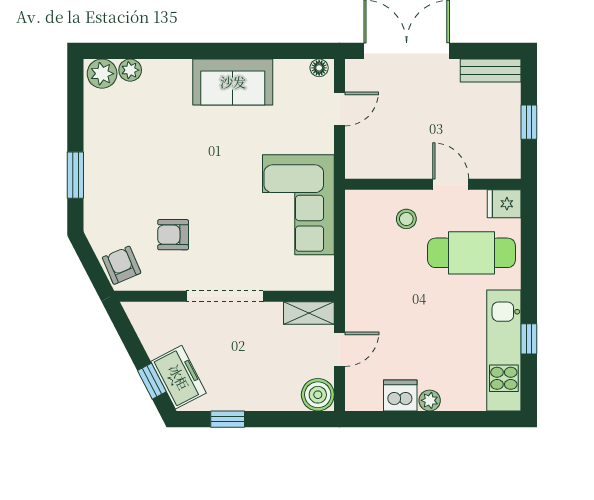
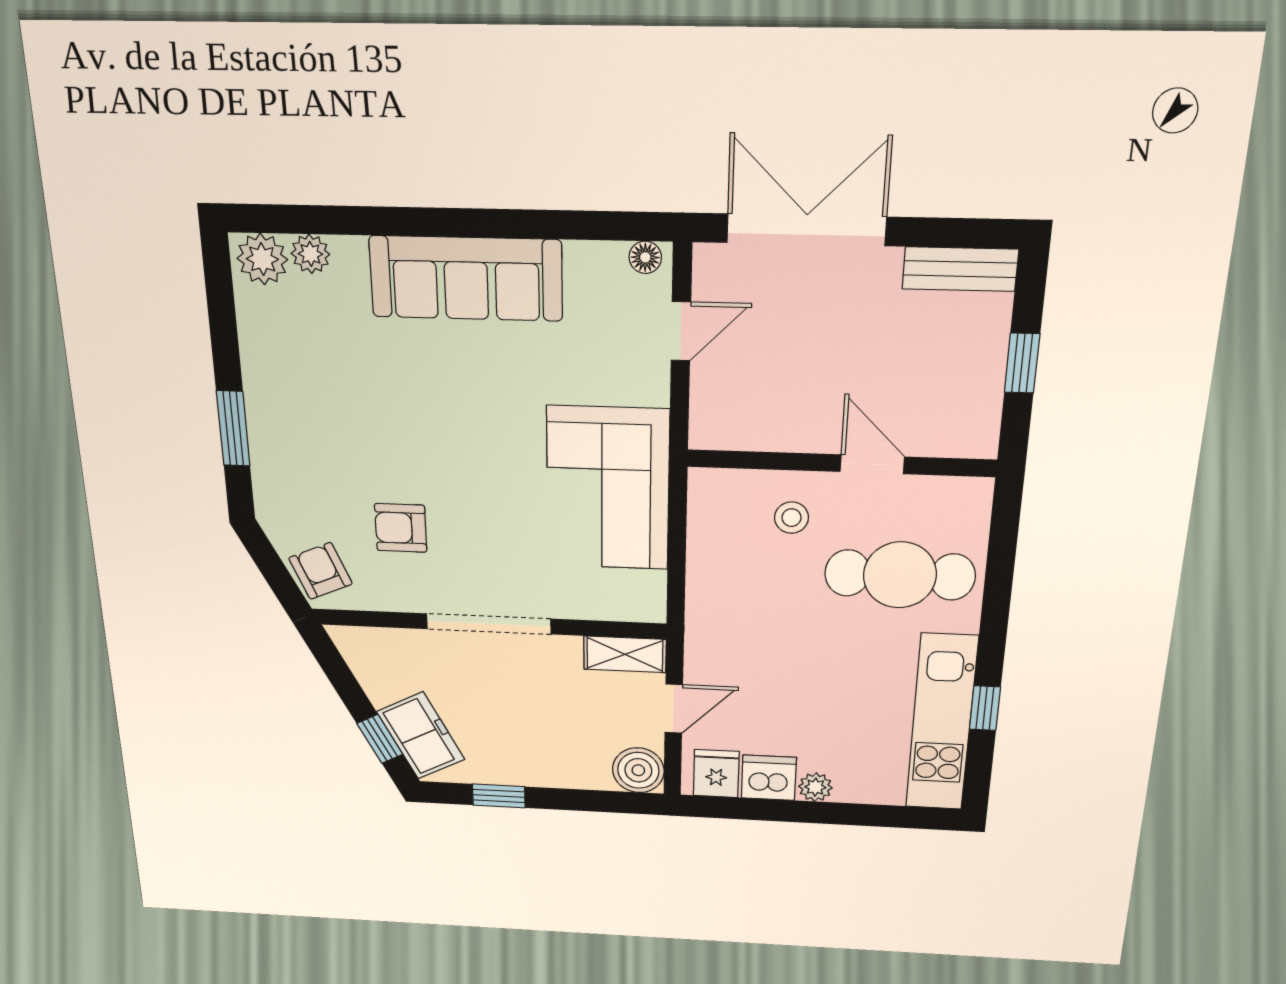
sofa: (233, 82) -> (466, 278), width x1.36
fridge: (504, 204) -> (716, 774), moved, turned 90

